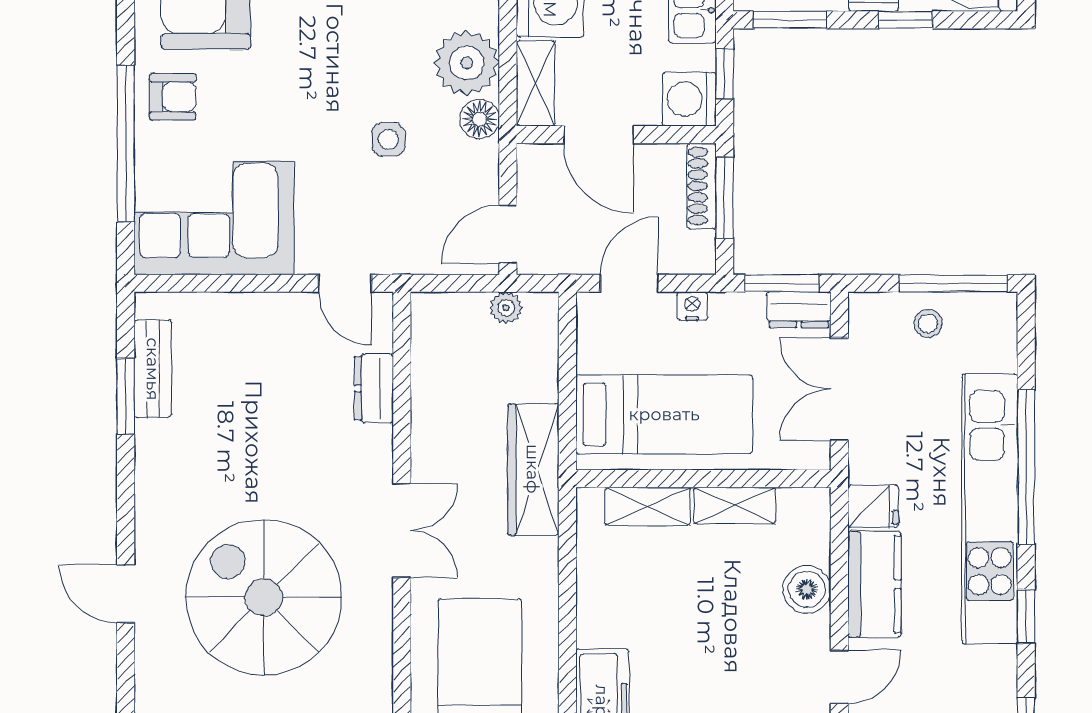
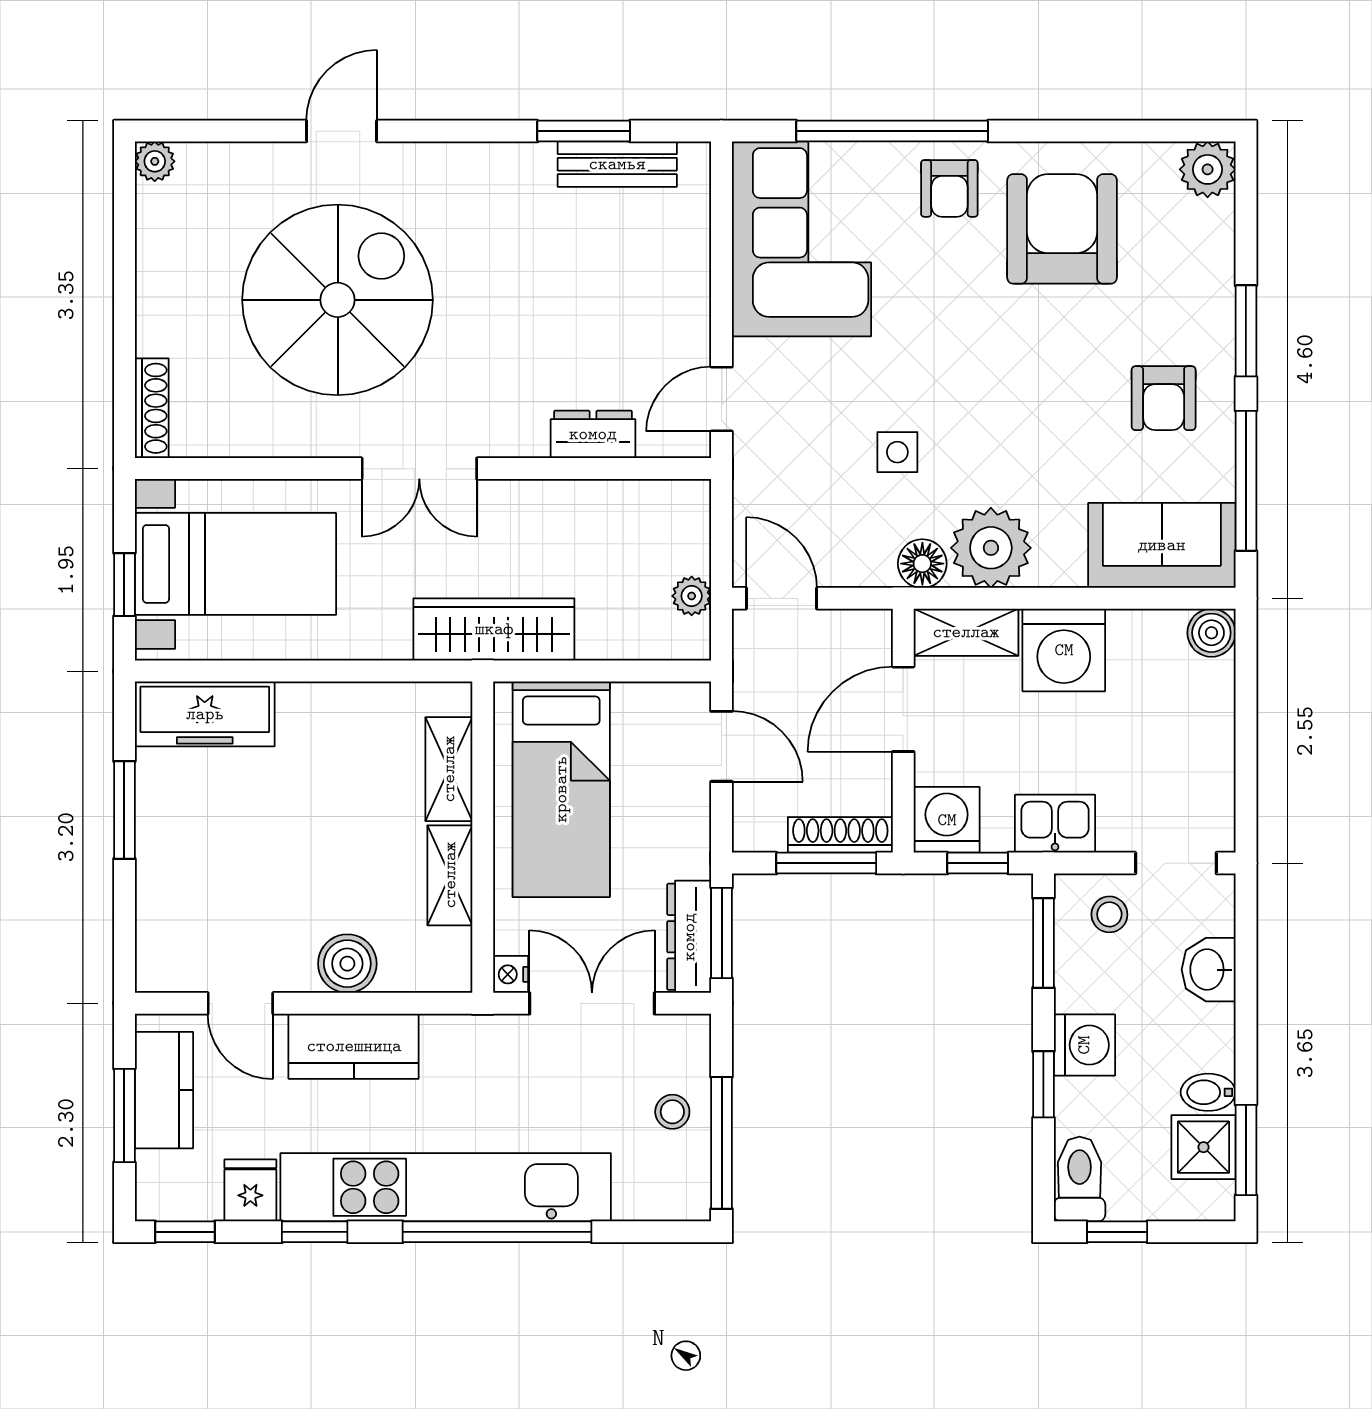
nightstand: (692, 306) -> (511, 974), moved, turned 180
dresser: (799, 310) -> (689, 937), width x1.44
fridge: (873, 506) -> (250, 1190), moved, turned 180

